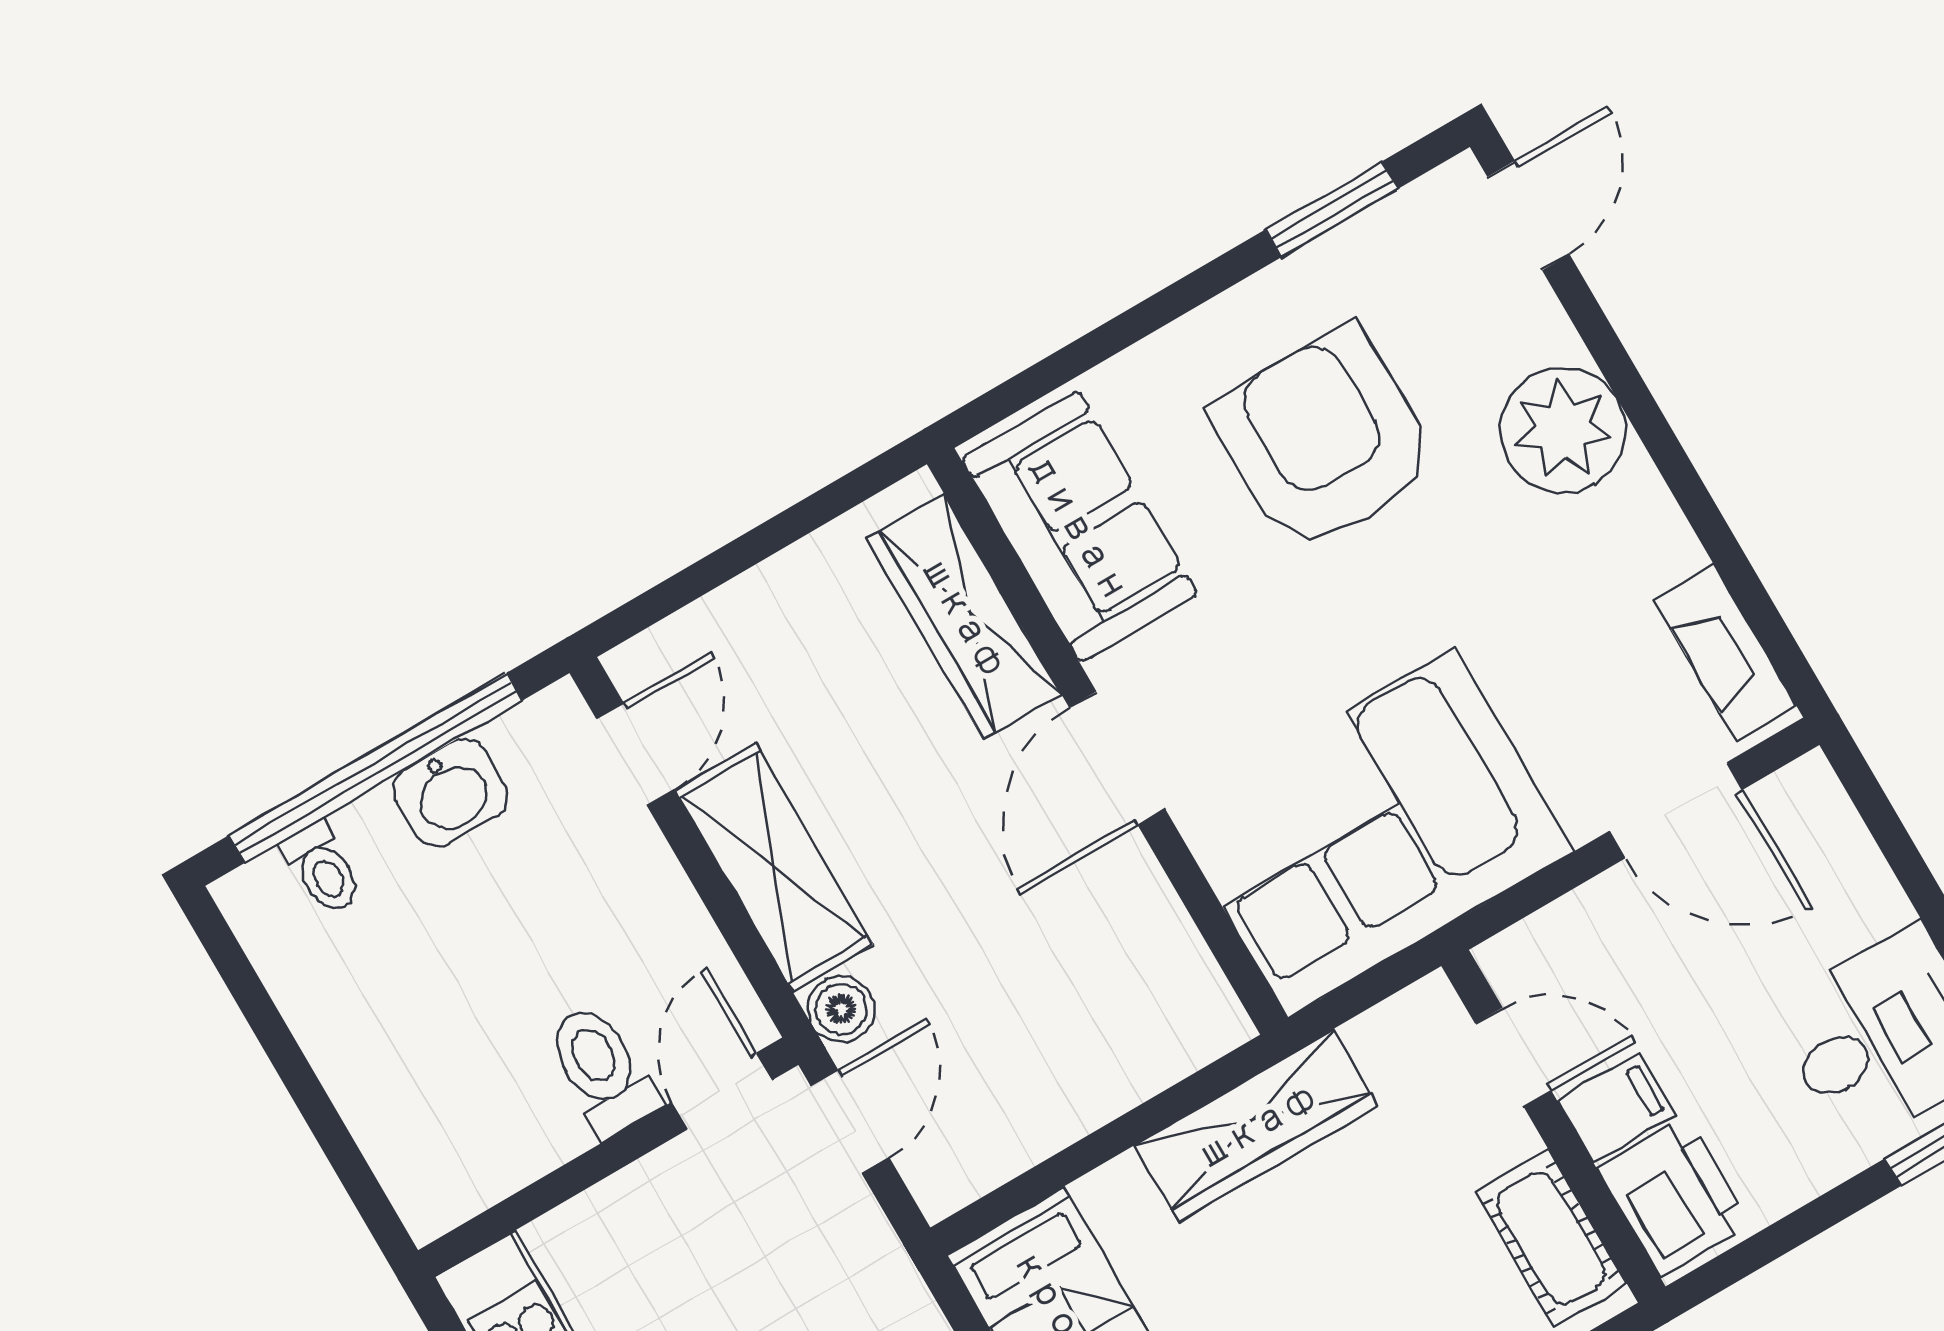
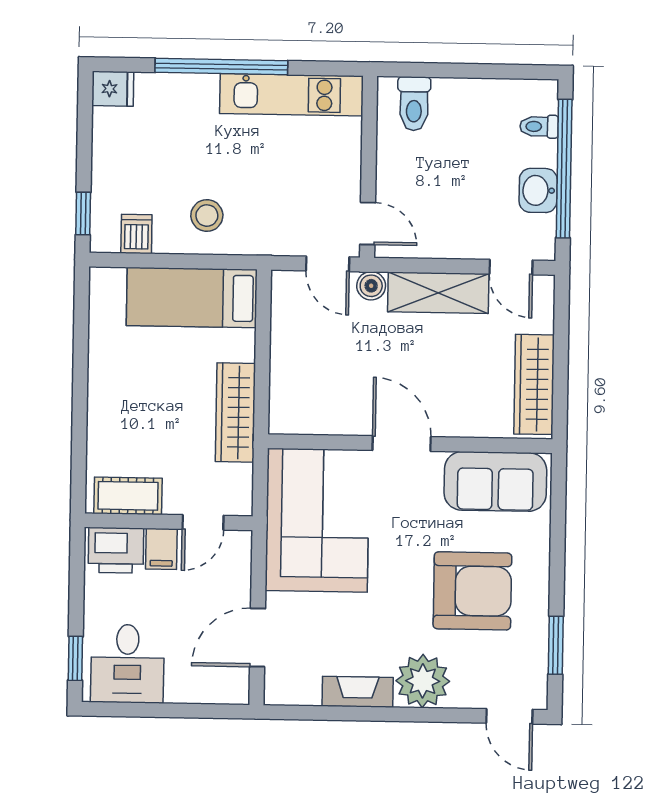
wardrobe: (964, 616) -> (534, 384), moved, turned -90
fireplace: (1725, 653) -> (358, 692), moved
toilet: (602, 1070) -> (414, 104), moved, turned 90

